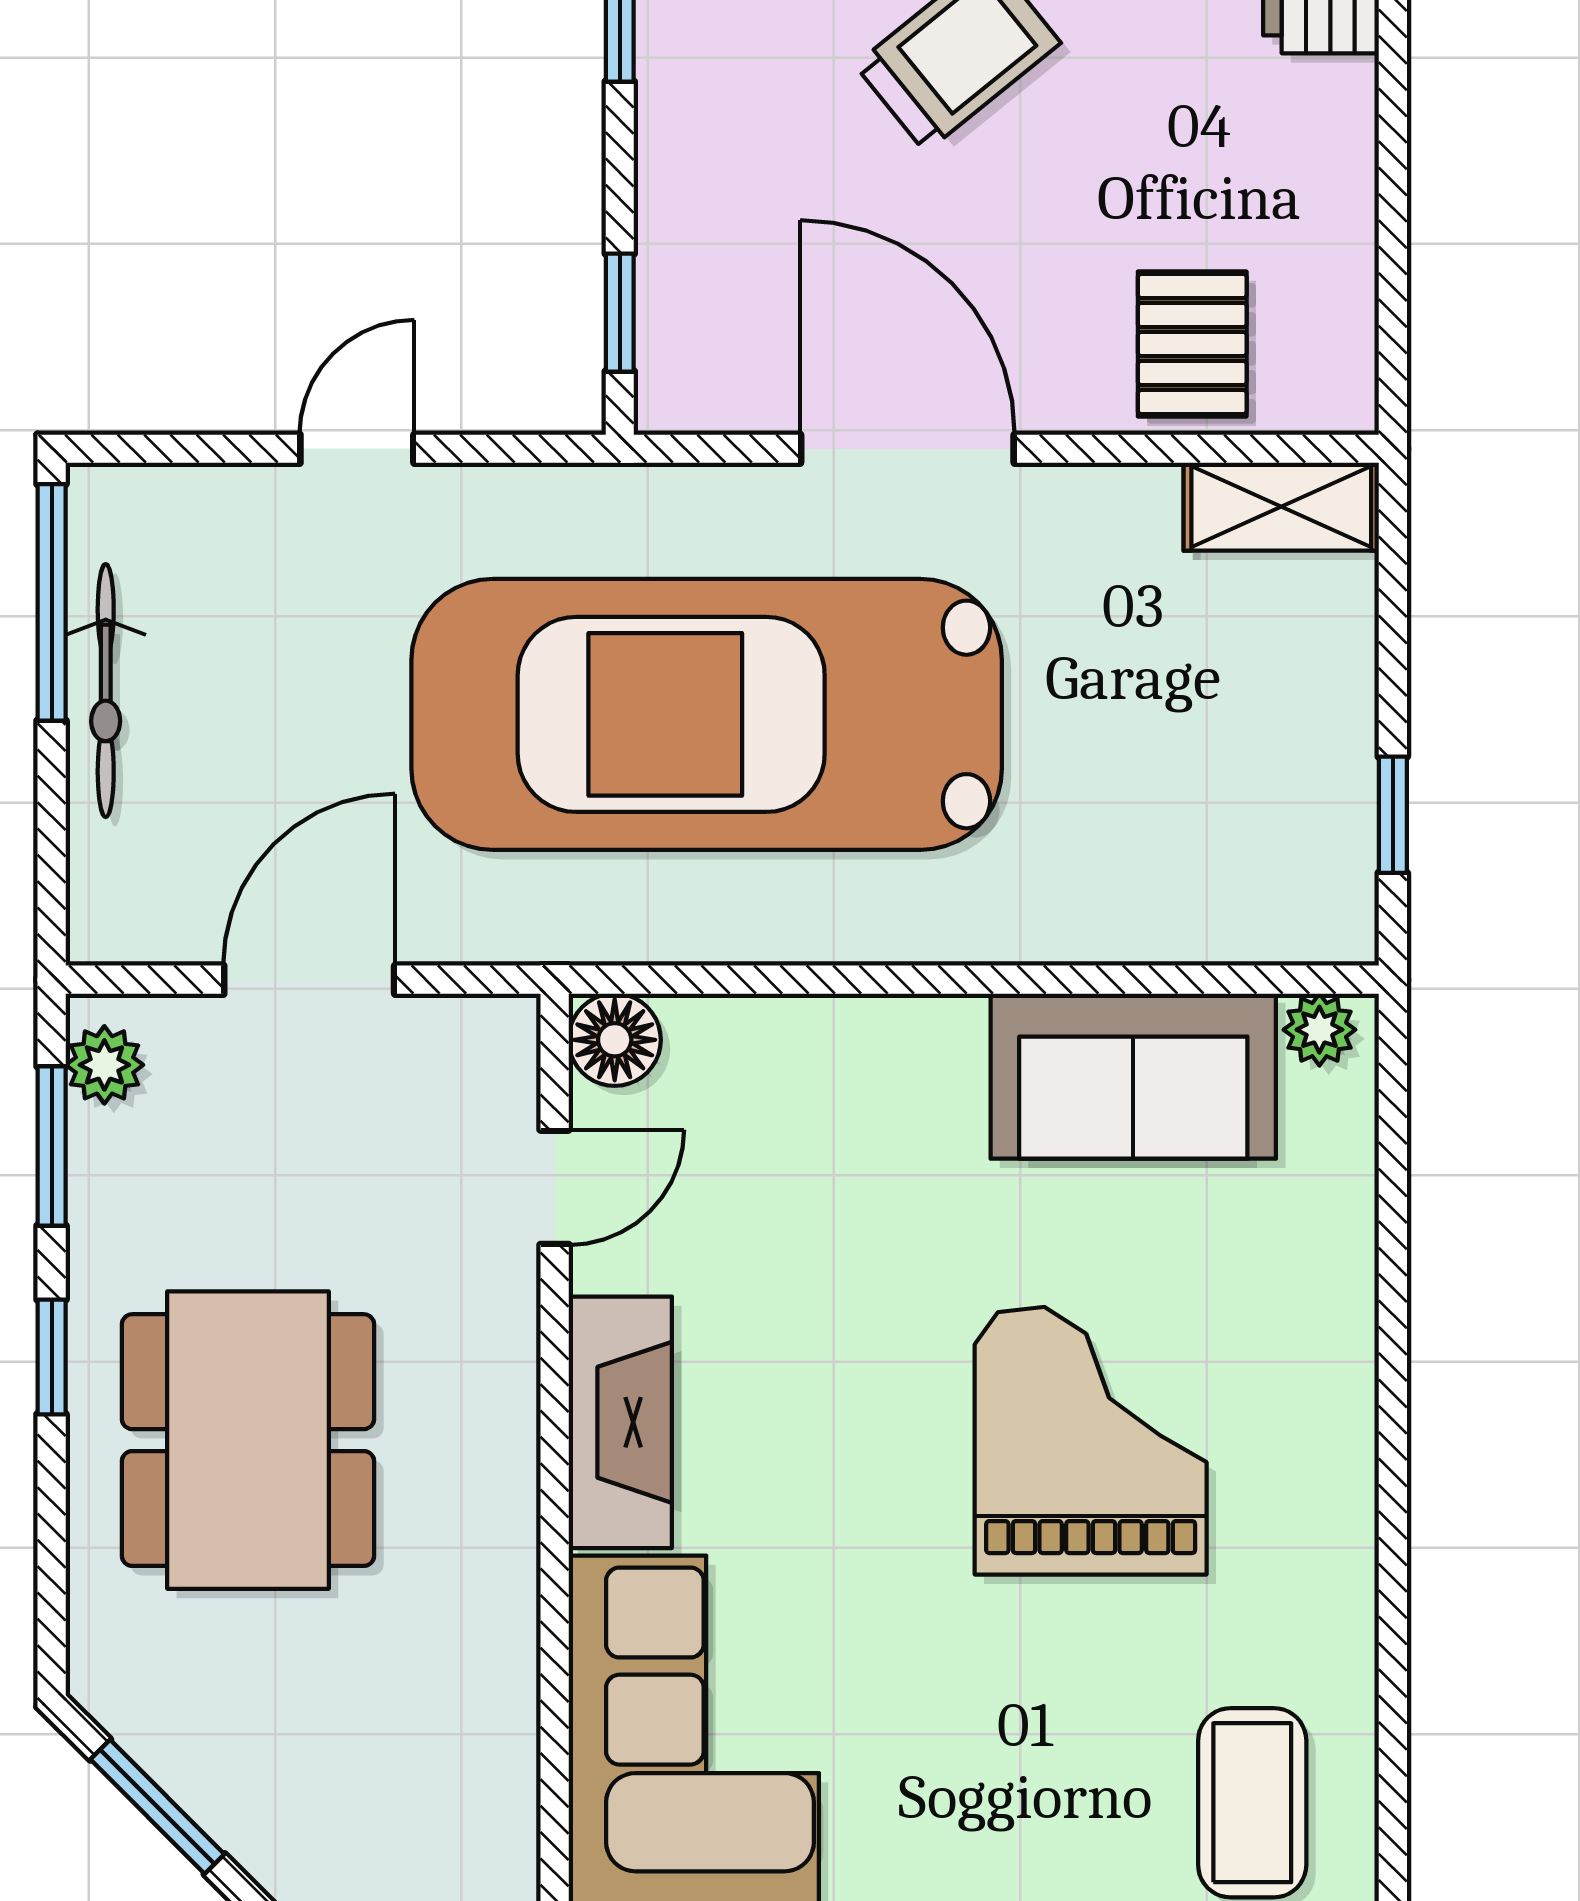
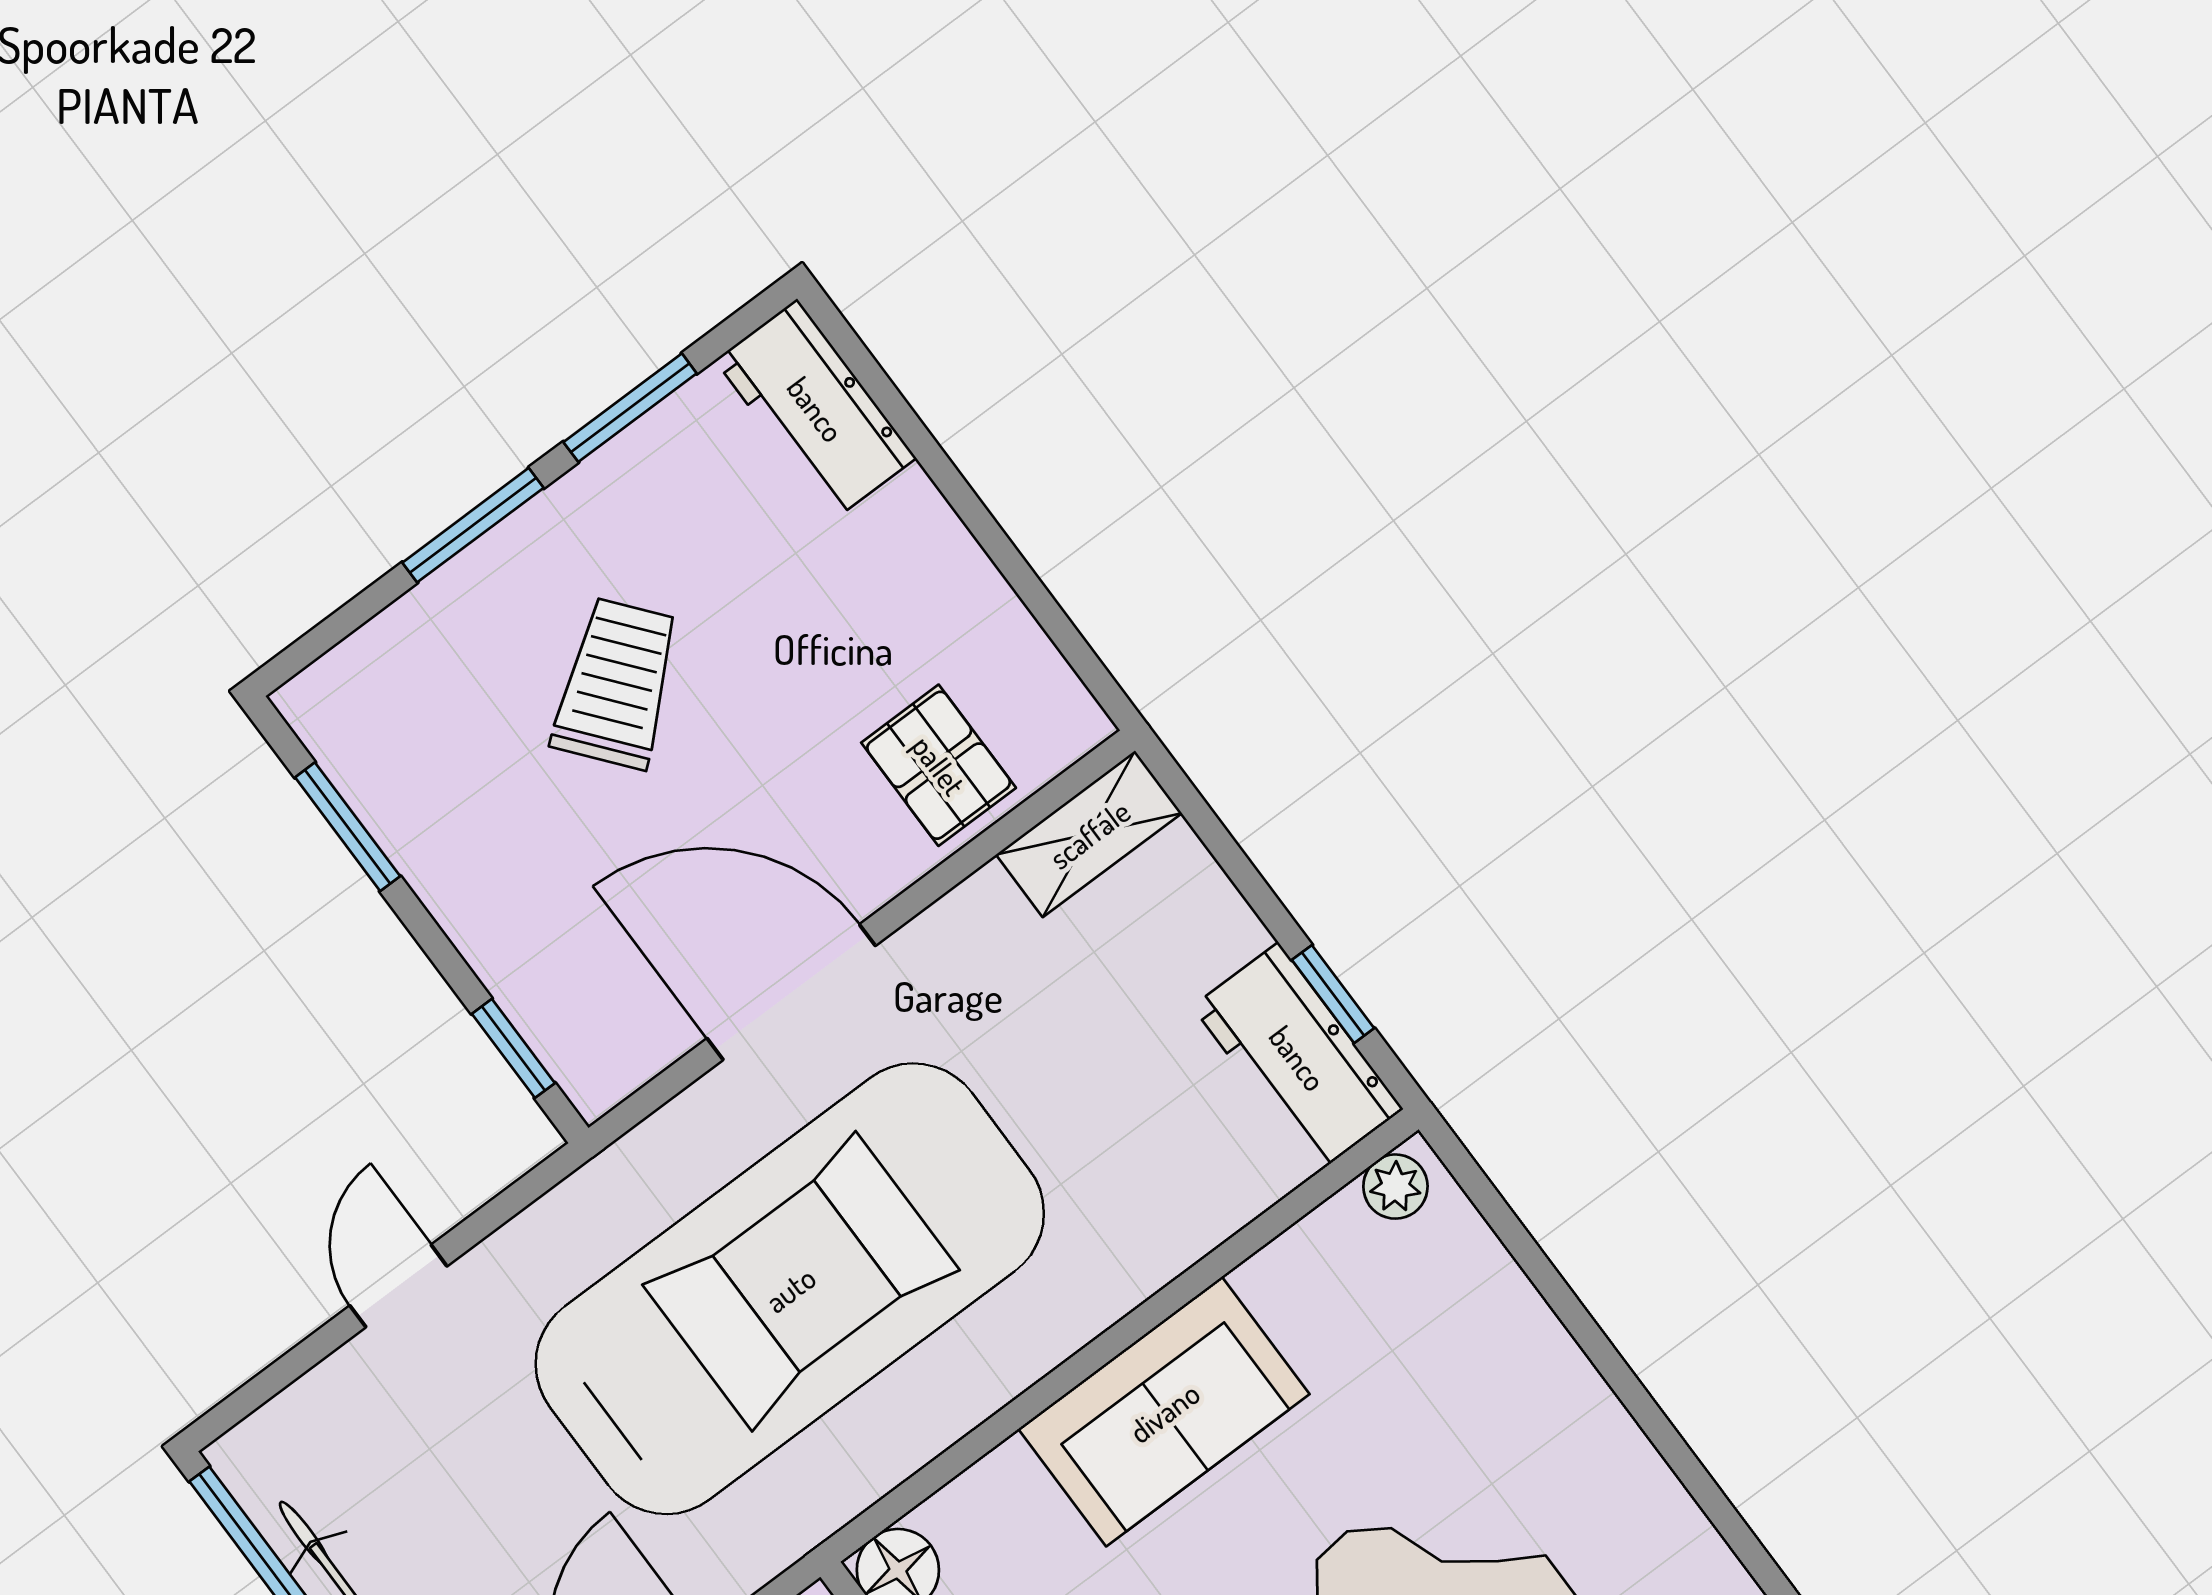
car: (707, 714) -> (790, 1289), turned 180
workbench: (1318, 848) -> (1298, 1058), added
sofa: (1133, 1076) -> (1164, 1412), moved

